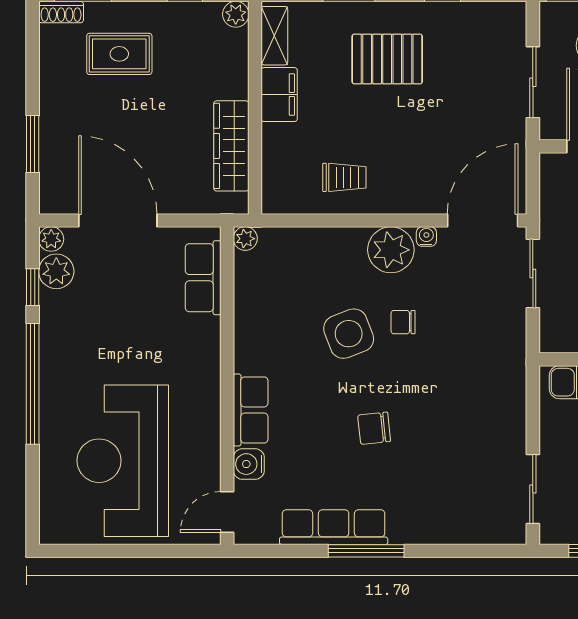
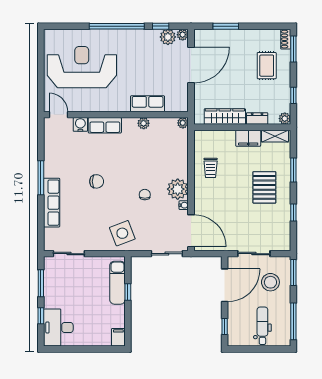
dresser: (236, 75) -> (257, 119), added
row of seats: (203, 278) -> (148, 104), moved
plant: (246, 325) -> (144, 123), added
side table: (349, 334) -> (122, 233), moved
chair: (374, 428) -> (97, 181), turned 96
row of seats: (334, 527) -> (52, 203), moved

